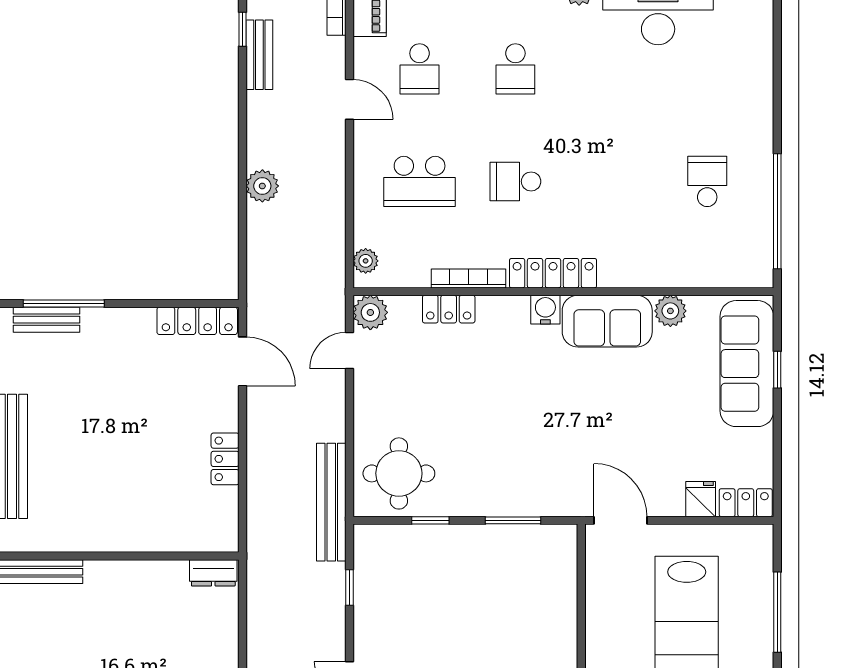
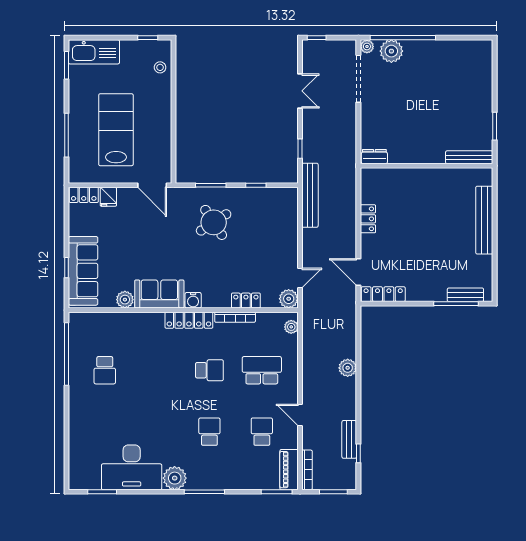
round table: (399, 473) -> (214, 222), moved, turned -33

